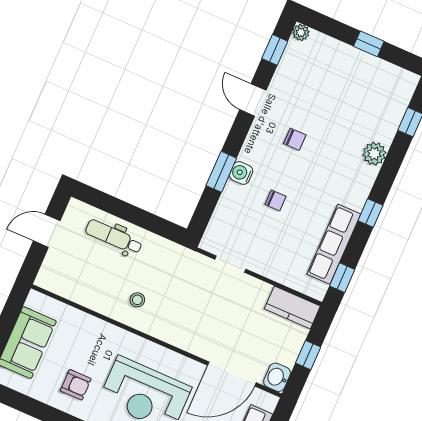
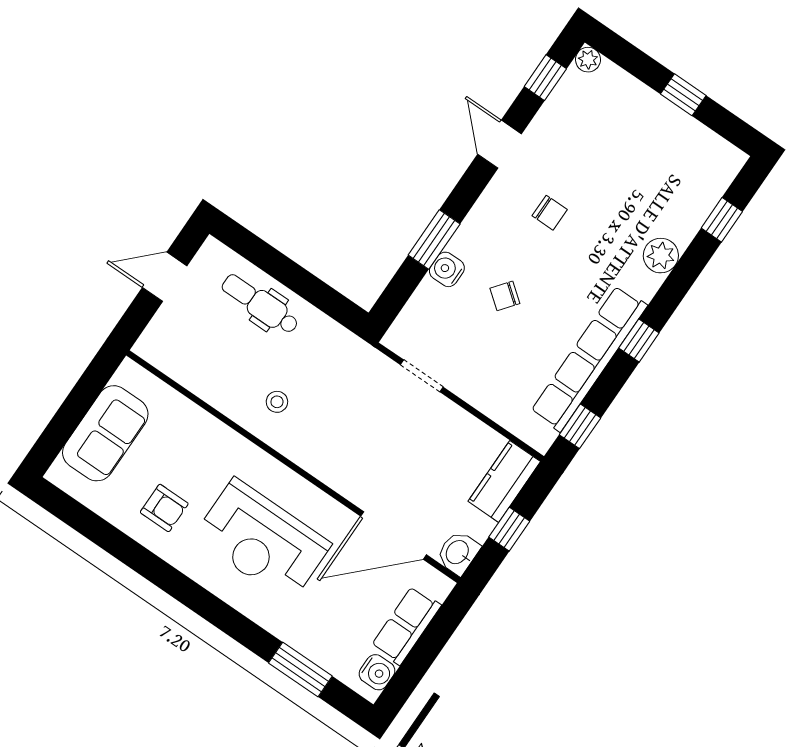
water cooler: (241, 173) -> (447, 269), moved
chair: (276, 200) -> (505, 296), turned 128
row of seats: (334, 244) -> (589, 359), width x1.36
kitchen counter: (292, 307) -> (504, 481), moved, turned 90

